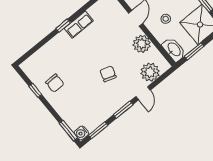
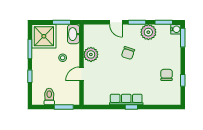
row of seats: (79, 25) -> (126, 100), width x1.48
plant: (150, 72) -> (148, 32), moved
door: (143, 93) -> (116, 22), swing flipped

